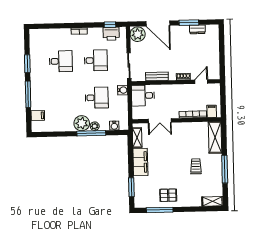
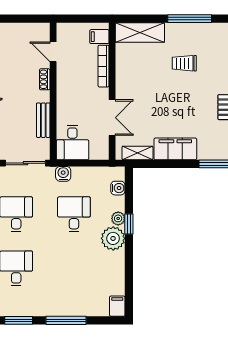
filing cabinet: (38, 115) -> (117, 306), moved
window: (91, 133) -> (129, 224), width x0.46

